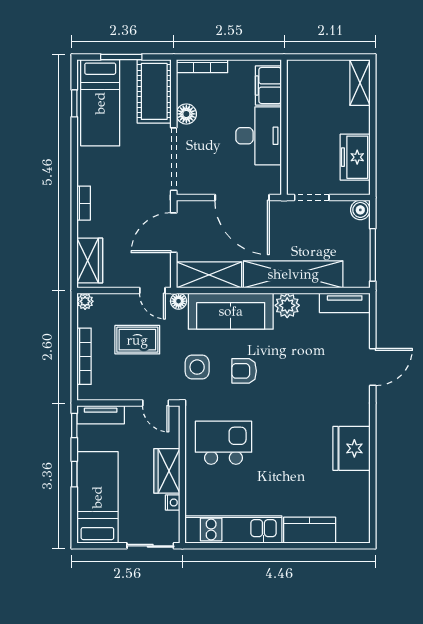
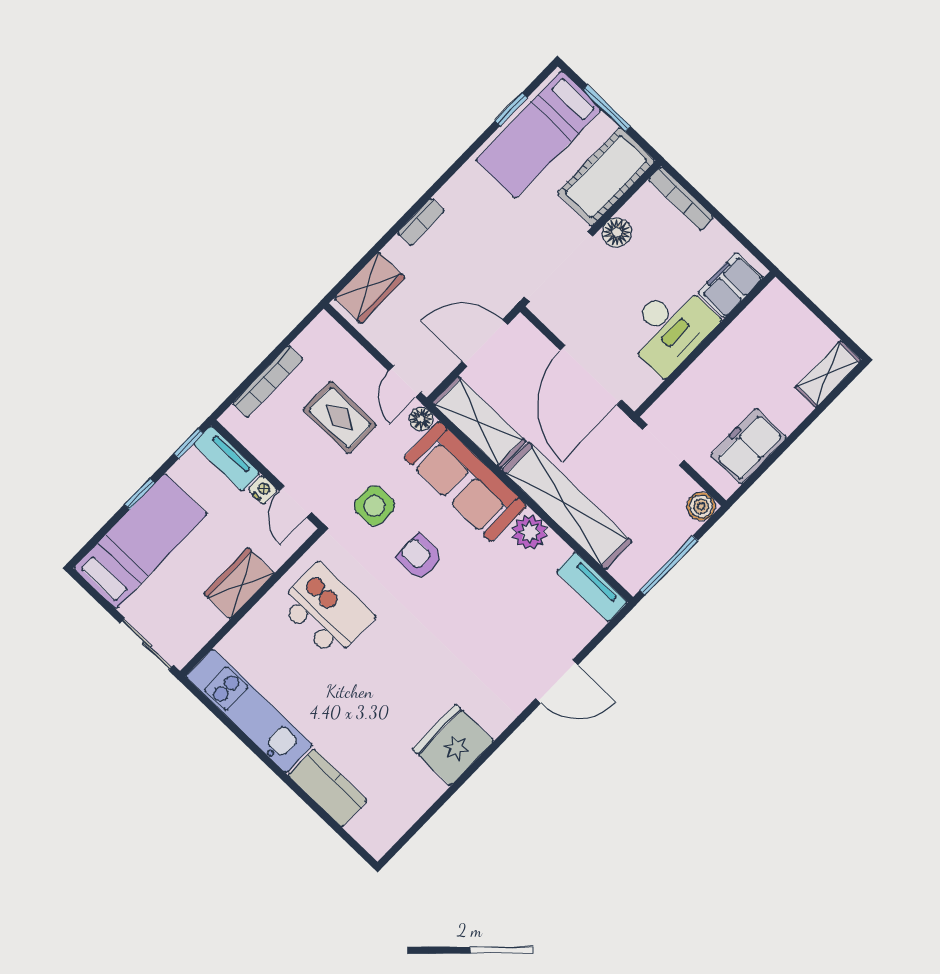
plant: (85, 301) -> (324, 325), removed
nightstand: (173, 503) -> (263, 490), moved, turned -90

